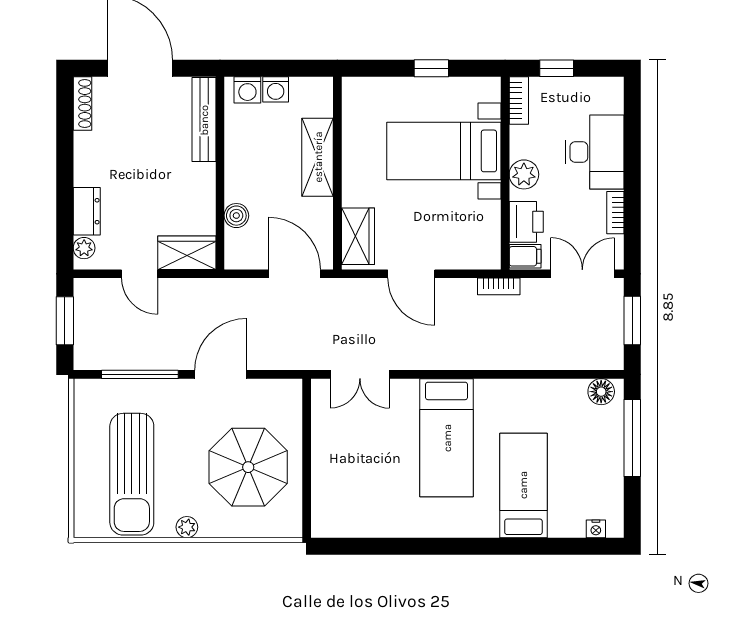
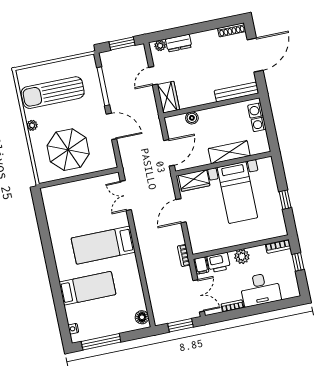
bed with nightstands: (444, 151) -> (237, 192), moved, turned 180
window: (632, 438) -> (101, 342), moved

